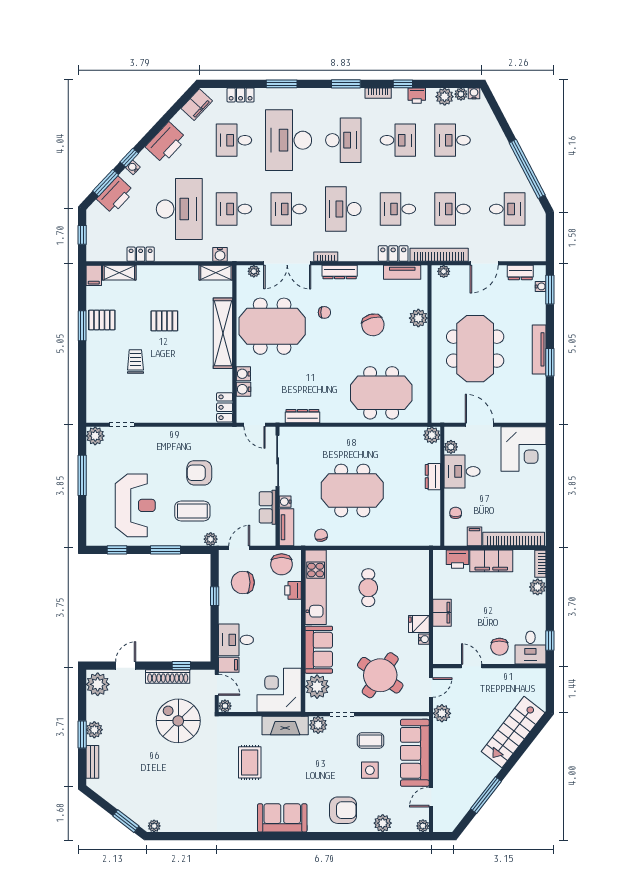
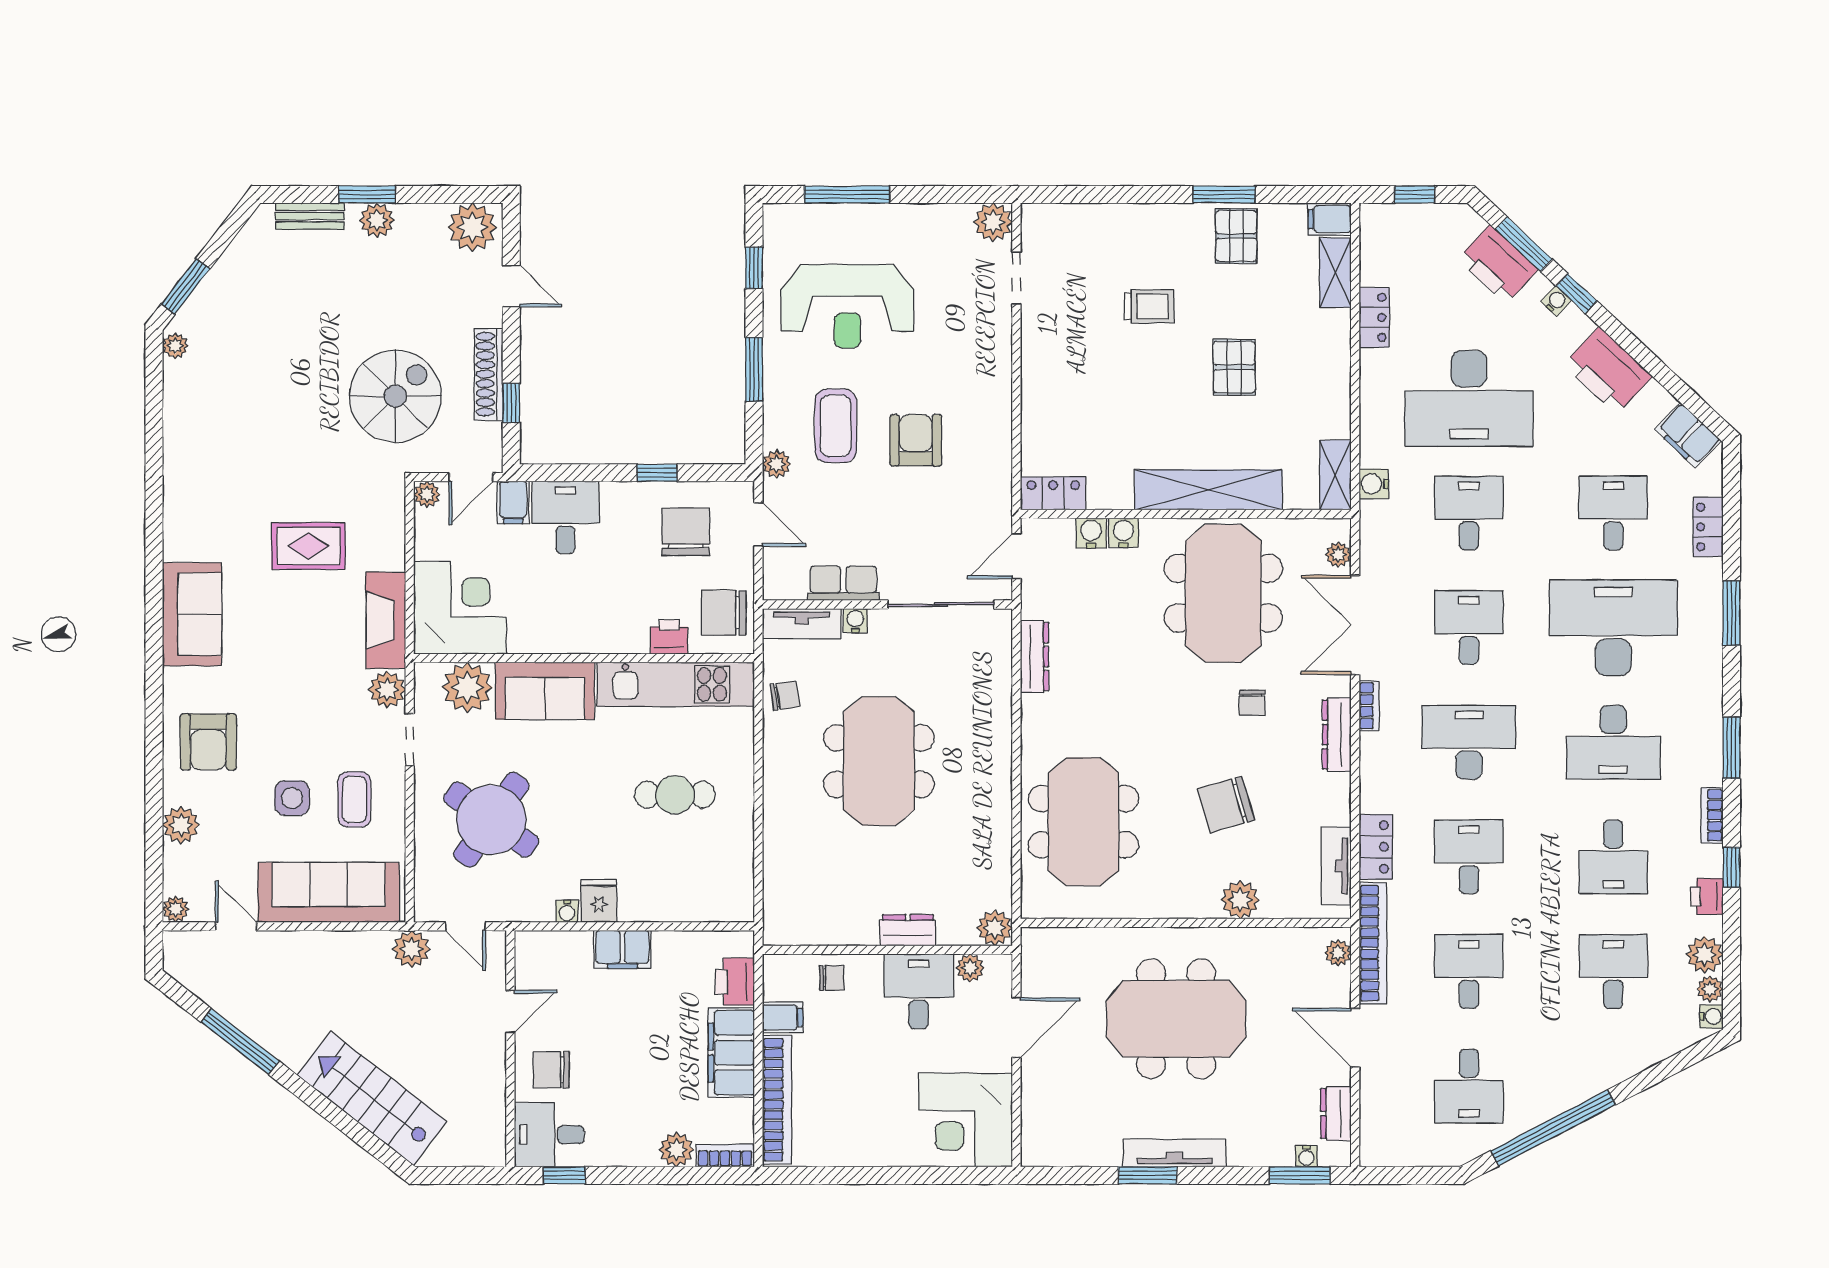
window: (82, 475) -> (847, 195), moved

